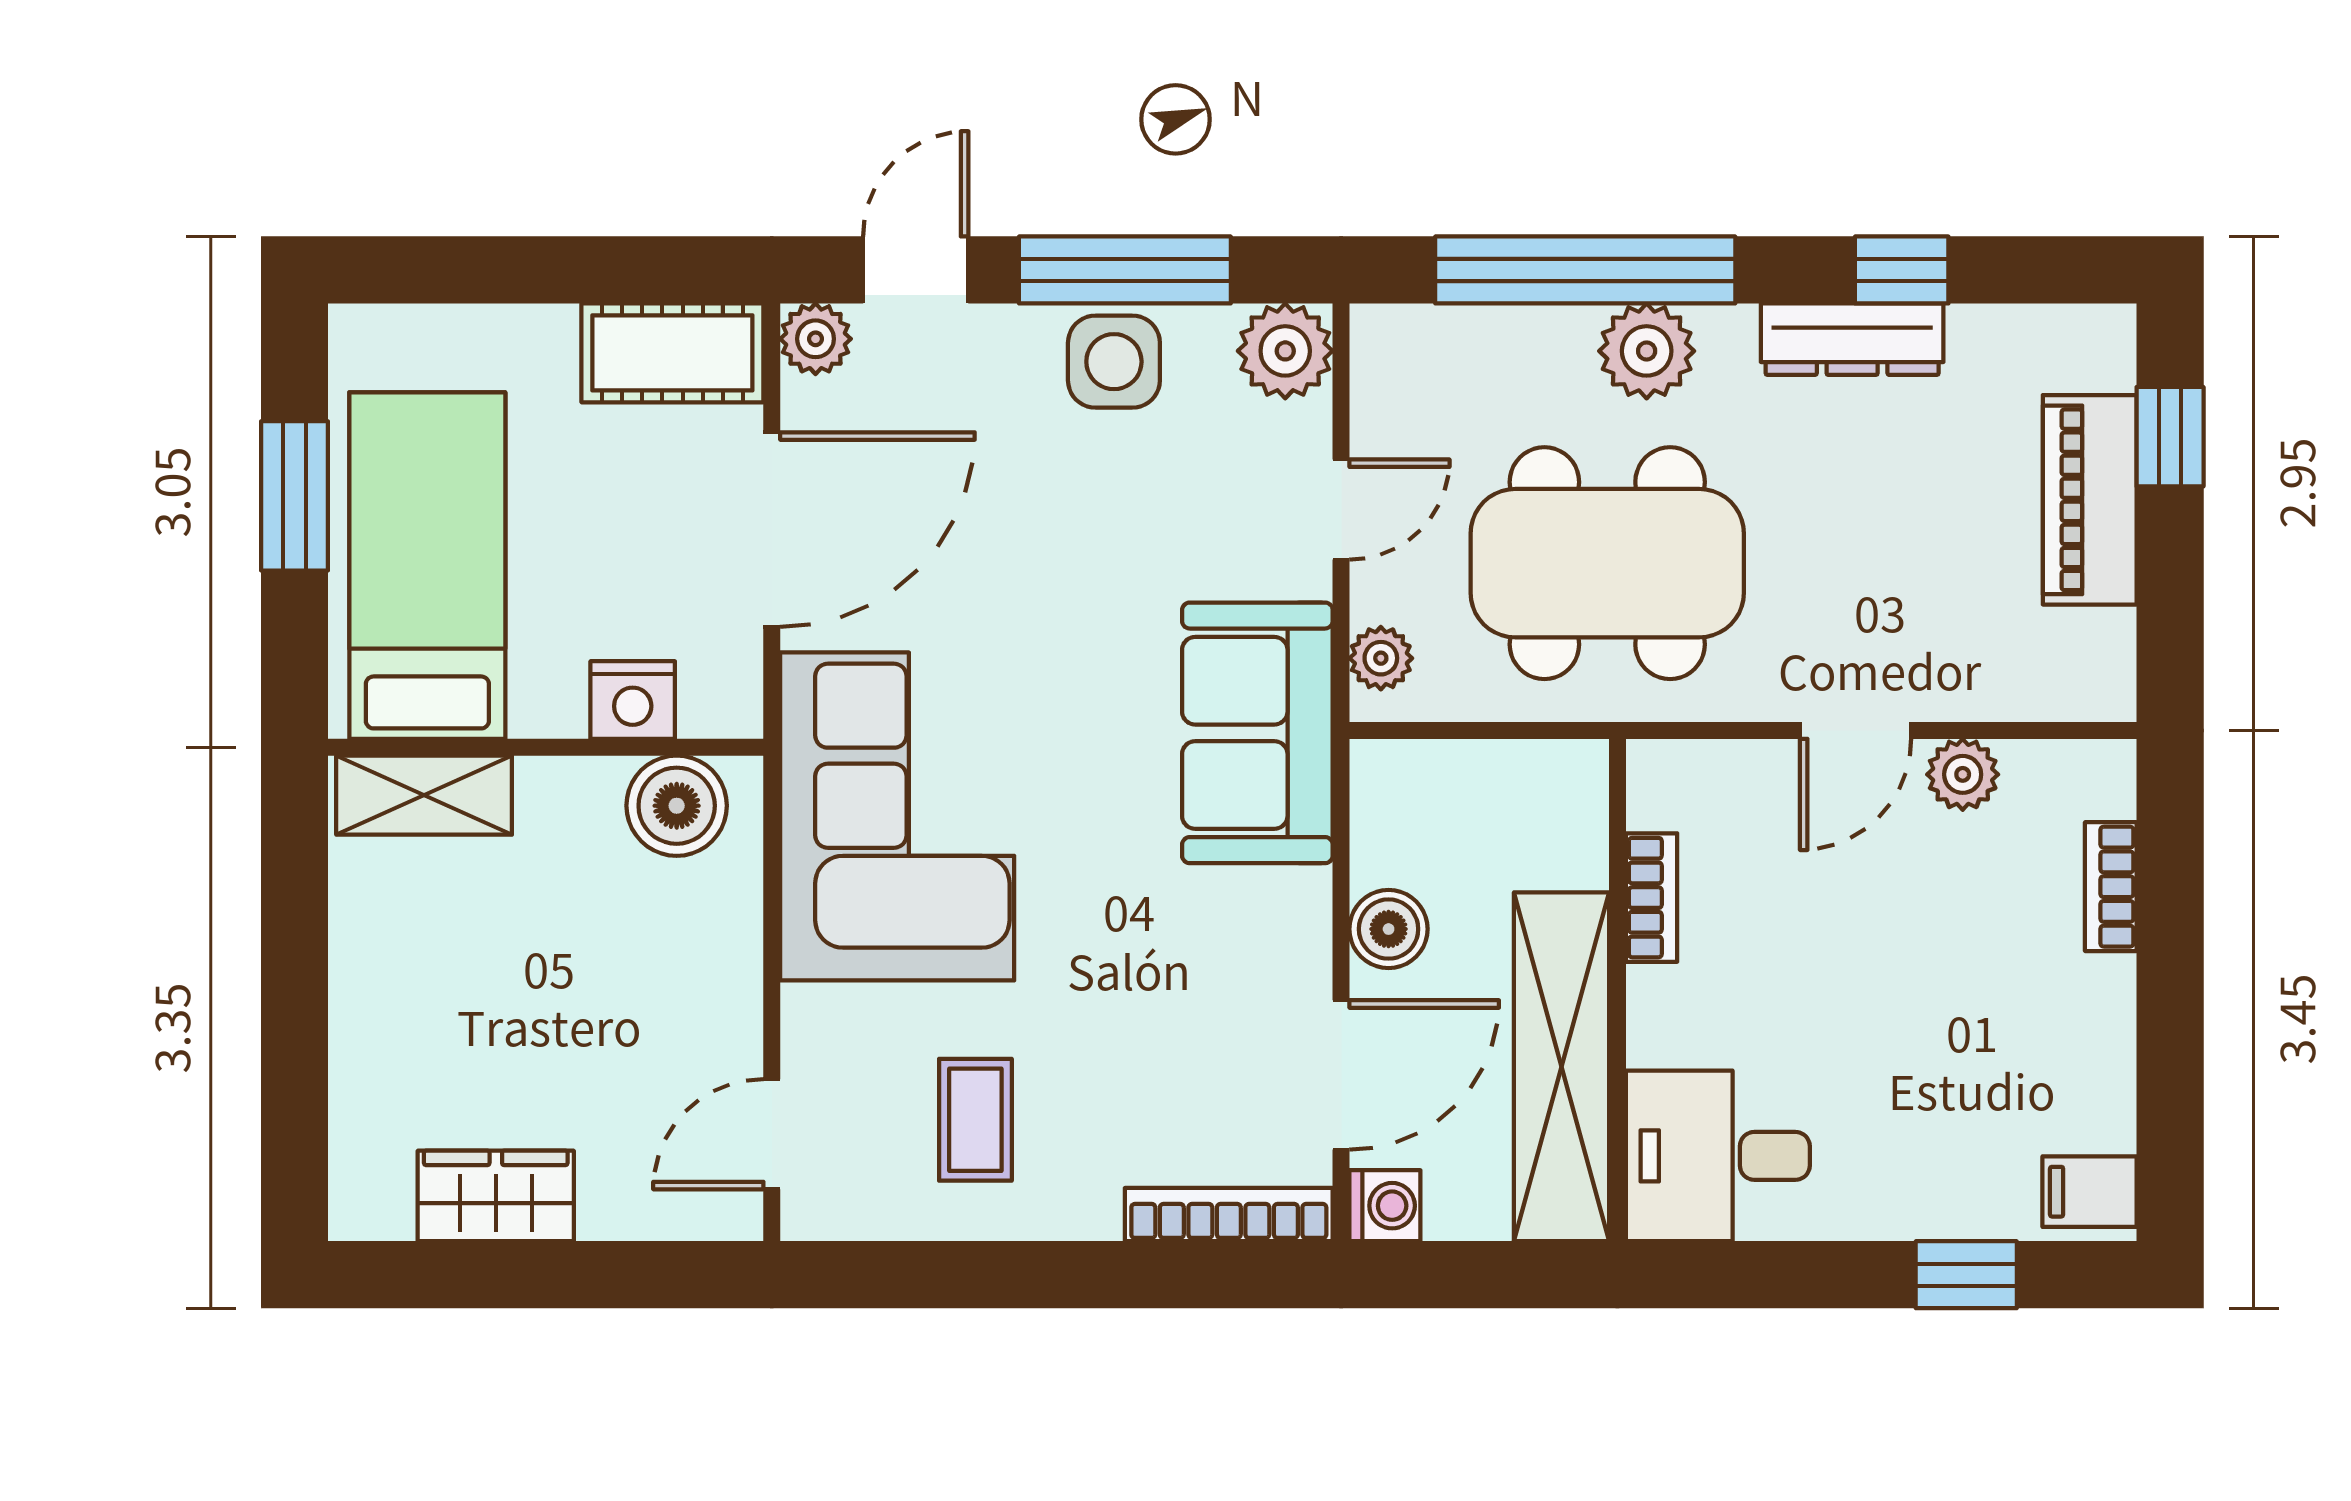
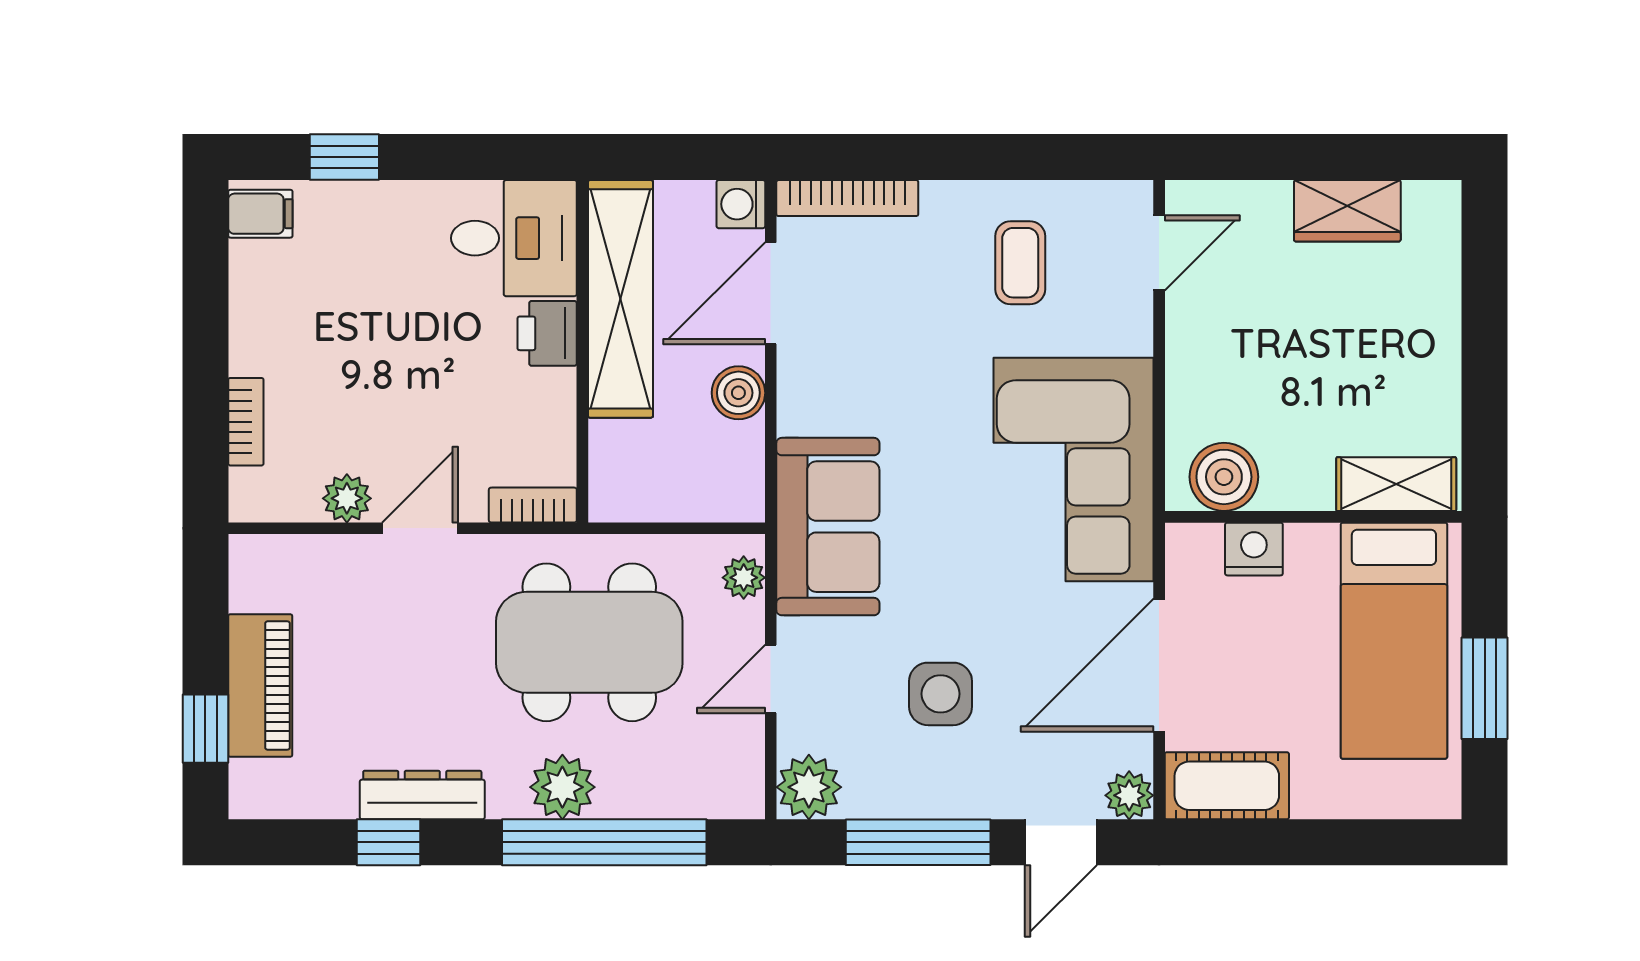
side table: (1114, 362) -> (941, 694), moved
bookcase: (1651, 898) -> (533, 505), moved, turned 90
printer: (1669, 1016) -> (547, 333), added

